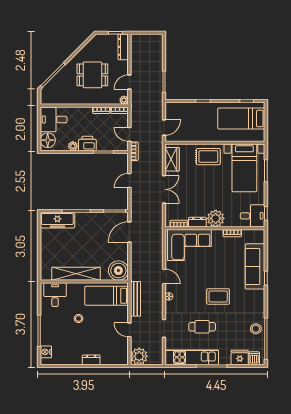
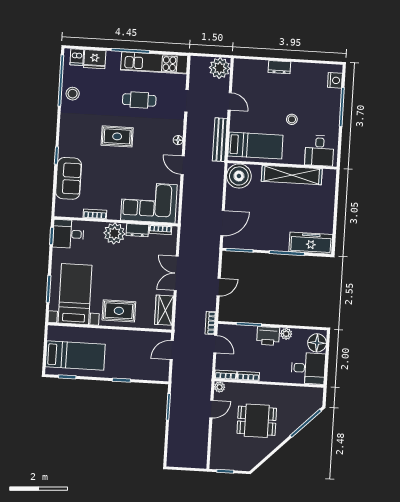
dresser: (123, 47) -> (217, 453), removed
sofa: (255, 266) -> (69, 178), width x0.73

